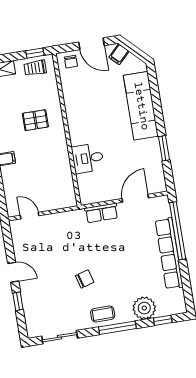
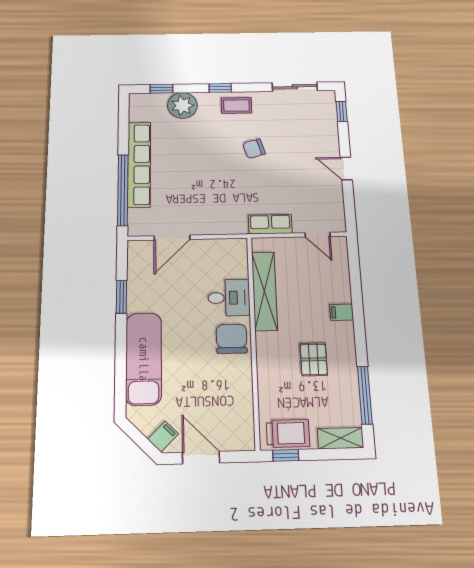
chair: (71, 62) -> (232, 339), moved, width x1.87, depth x1.87
trolley: (35, 68) -> (288, 433), width x1.36, depth x1.39
pallet: (35, 120) -> (314, 359), moved, turned 90
shelving: (63, 167) -> (265, 291), added
row of seats: (101, 213) -> (270, 224), moved
window: (18, 301) -> (342, 111), moved
window: (117, 328) -> (220, 88), width x0.46

